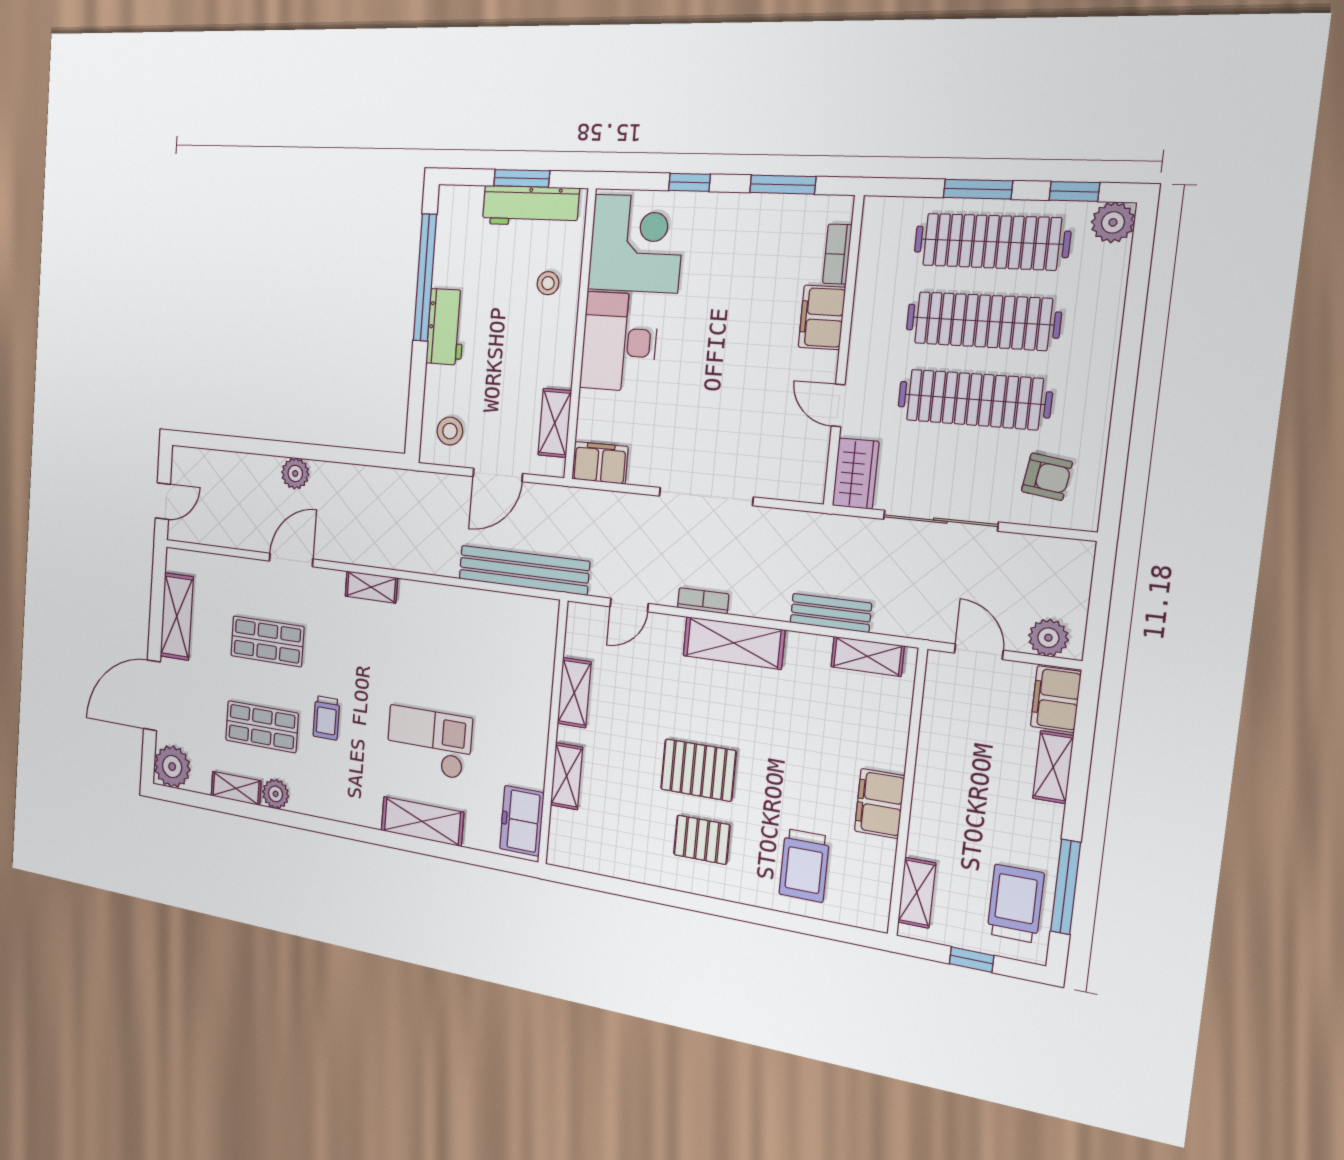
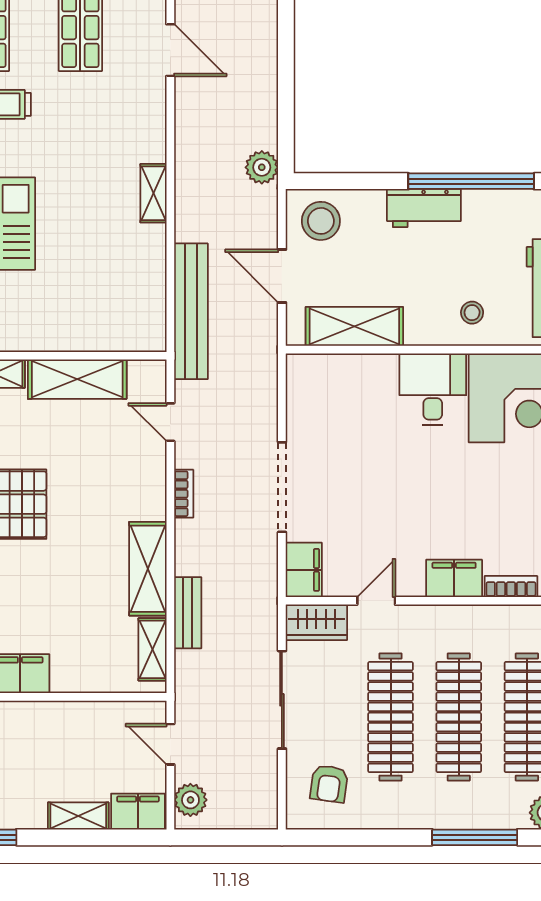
window: (1135, 310) -> (475, 837), added
desk: (619, 342) -> (433, 389), width x0.73
shelving: (555, 423) -> (354, 326), width x1.50, depth x1.33
stool: (450, 431) -> (321, 221), width x1.38, depth x1.38
filing cabinet: (600, 463) -> (304, 570), moved
plant: (295, 473) -> (262, 167), moved
shelving: (371, 587) -> (153, 193), moved
shelving: (734, 643) -> (148, 569), moved
door: (979, 652) -> (170, 744), swing flipped
shelving: (574, 693) -> (77, 379), width x1.50, depth x1.33

